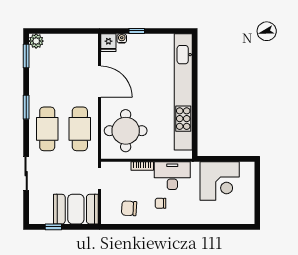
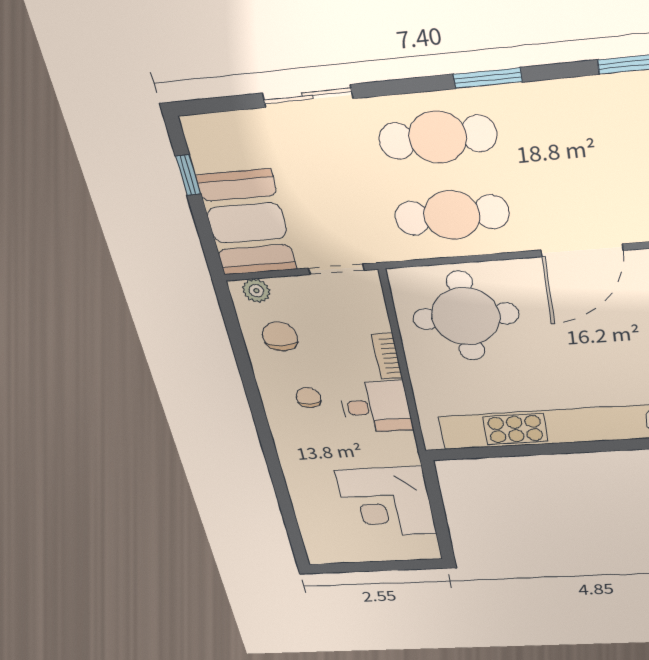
desk: (172, 176) -> (376, 407), width x0.73
plant: (107, 213) -> (256, 291), added

